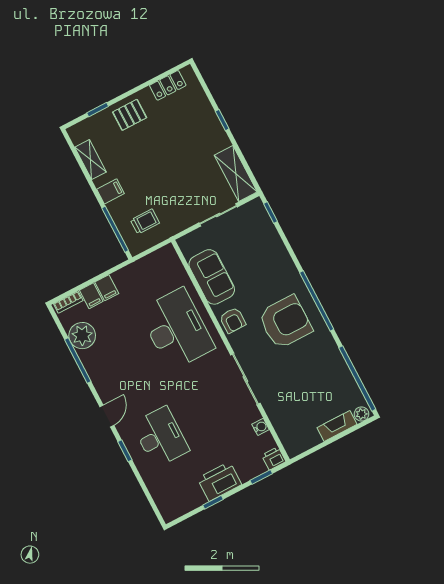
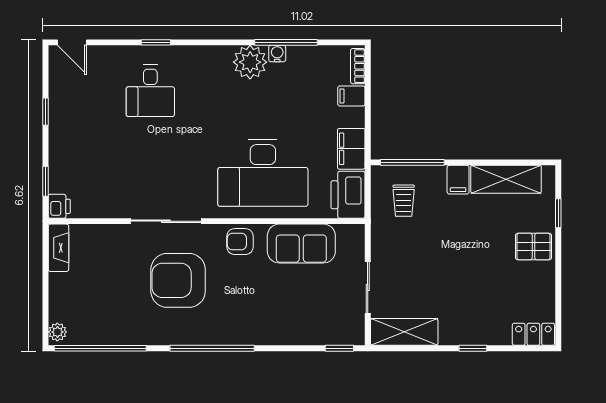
locker: (168, 85) -> (533, 334), moved, turned 90
pallet: (130, 115) -> (533, 247), turned 90
shelving: (91, 160) -> (506, 179), width x1.50, depth x1.33
filing cabinet: (107, 288) -> (351, 149), moved, width x2.00
armchair: (285, 322) -> (178, 280), moved, turned 90
plant: (82, 336) -> (250, 62), moved
door: (107, 416) -> (72, 42), moved
fireplace: (337, 426) -> (58, 248), moved
water cooler: (261, 427) -> (277, 54), moved, turned 180
desk: (161, 437) -> (150, 91), width x0.73
printer: (219, 481) -> (348, 195), moved, turned 180

